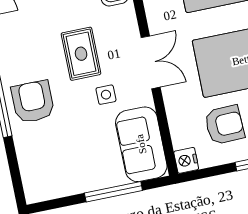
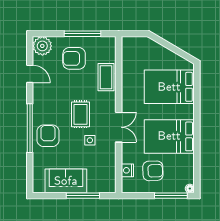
sofa: (141, 144) -> (66, 181), moved, turned 90
nightstand: (186, 160) -> (127, 170), moved

